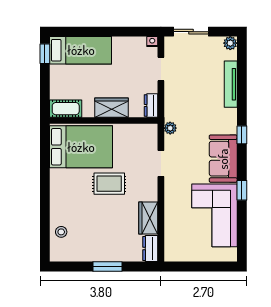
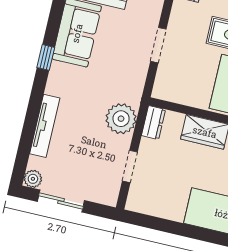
sliding door: (191, 32) -> (61, 201), moved
nightstand: (152, 42) -> (133, 204), removed
plant: (170, 128) -> (121, 119), moved, width x1.88, depth x1.88

